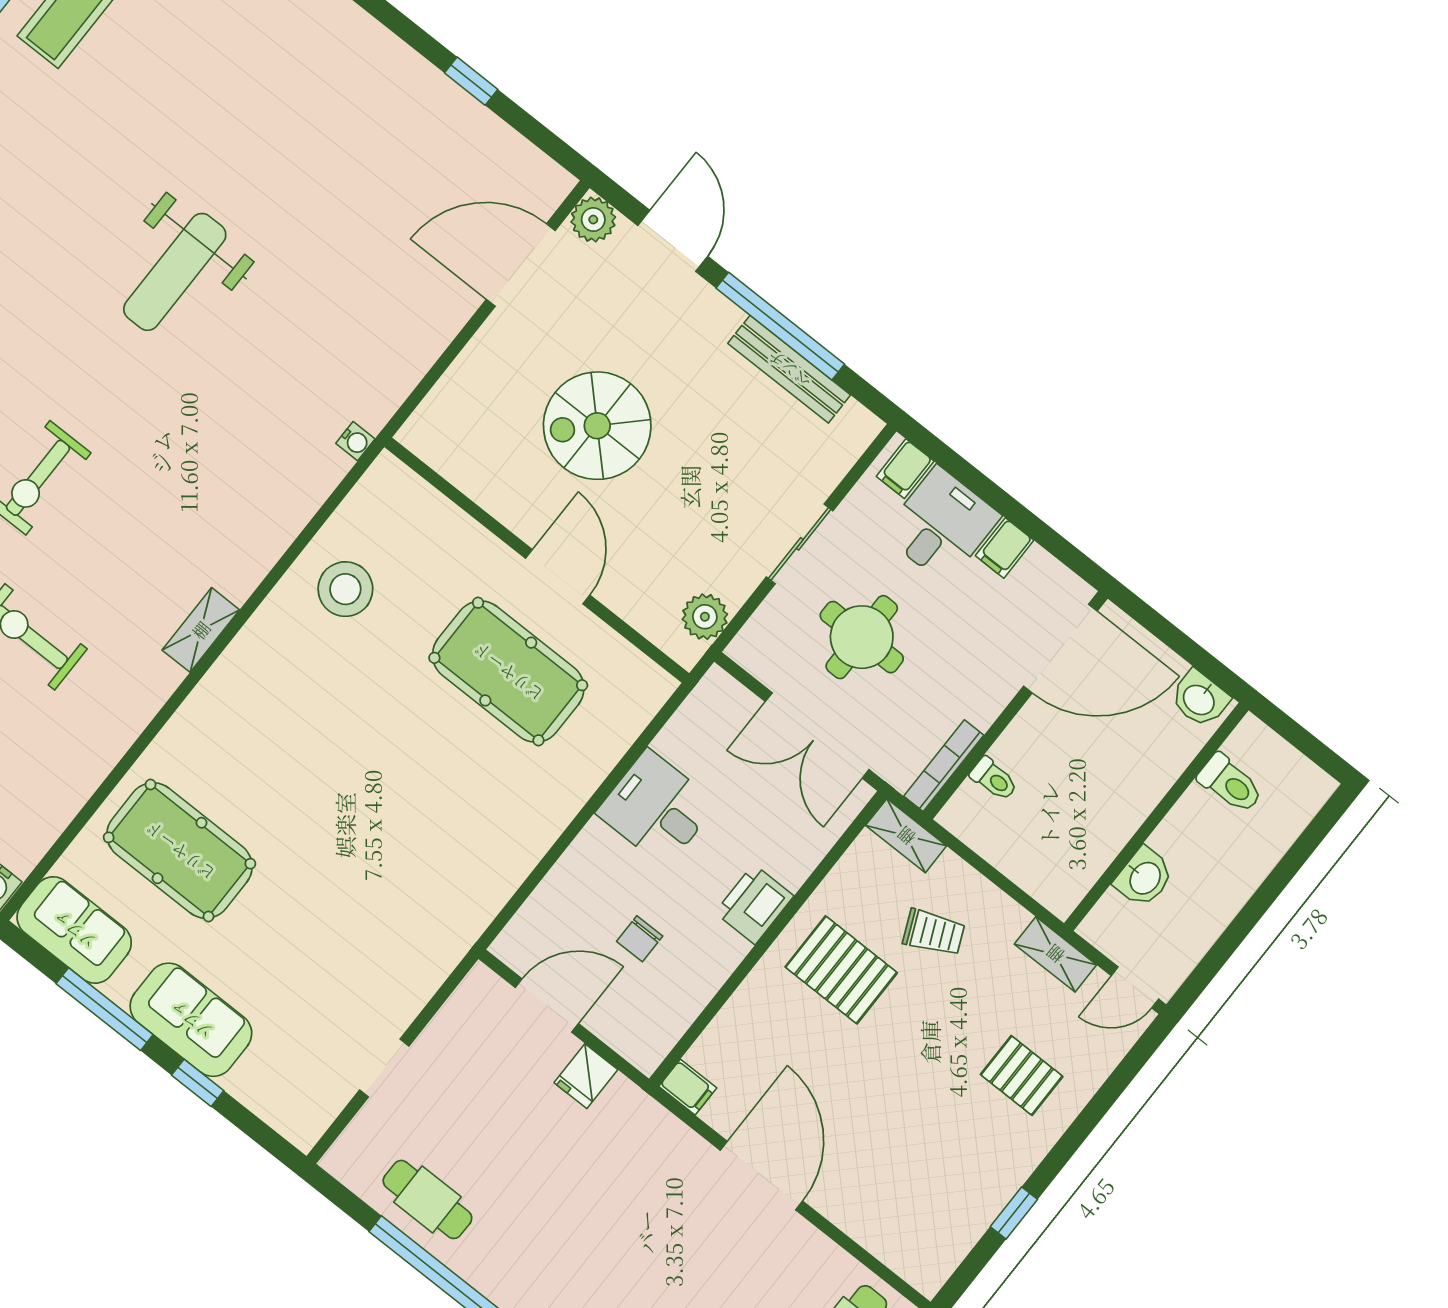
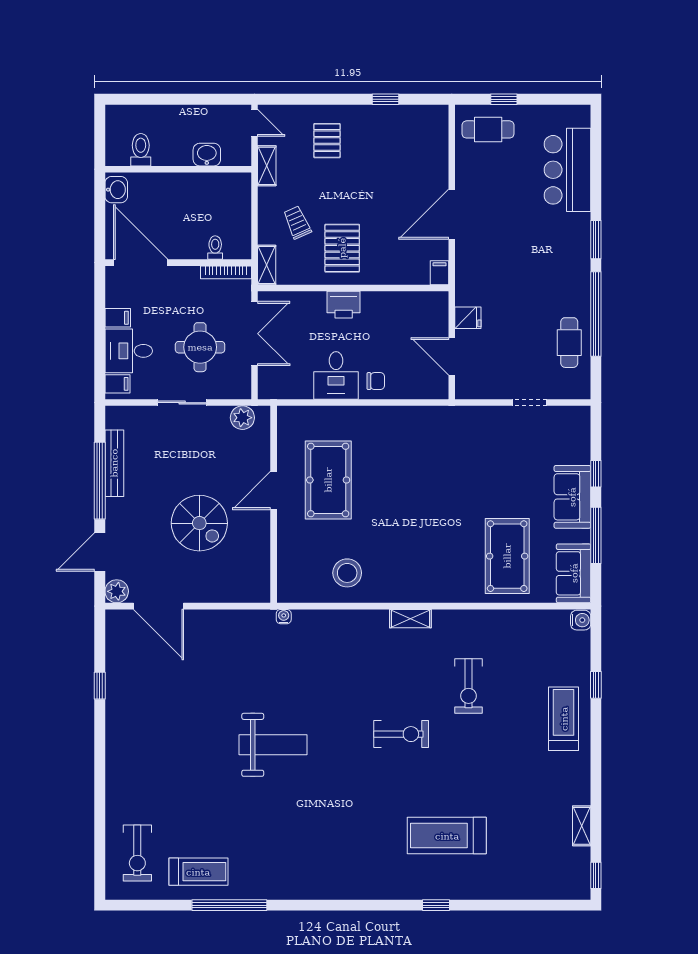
chair: (640, 939) -> (376, 381), moved

